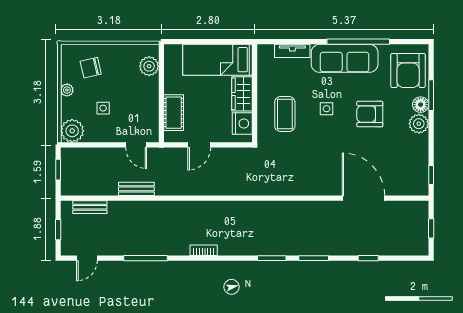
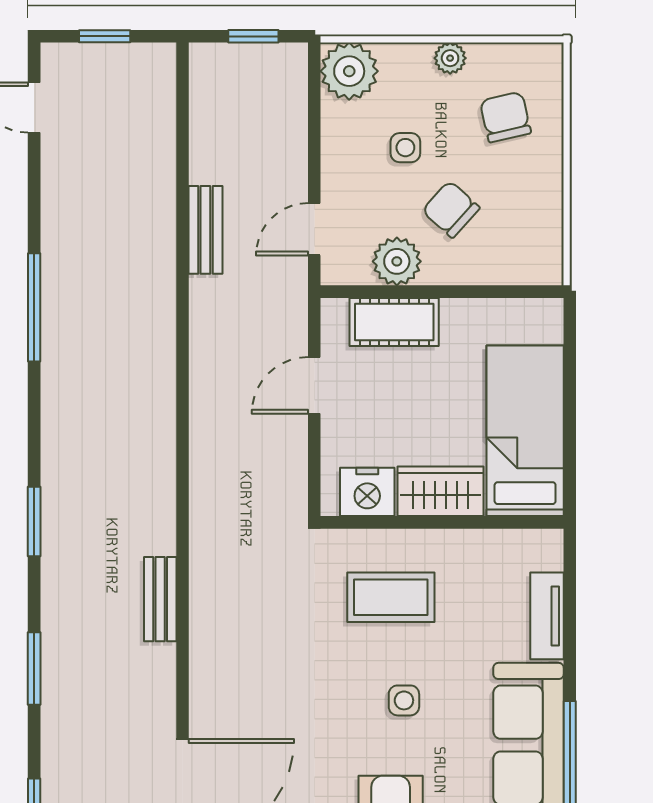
plant: (149, 66) -> (397, 261), moved
chair: (128, 90) -> (451, 209), added
door: (199, 145) -> (314, 385), hinge flipped
bench: (90, 207) -> (160, 599), moved
bookcase: (204, 250) -> (54, 396), removed
window: (145, 258) -> (34, 307), moved
window: (272, 258) -> (34, 521), moved

